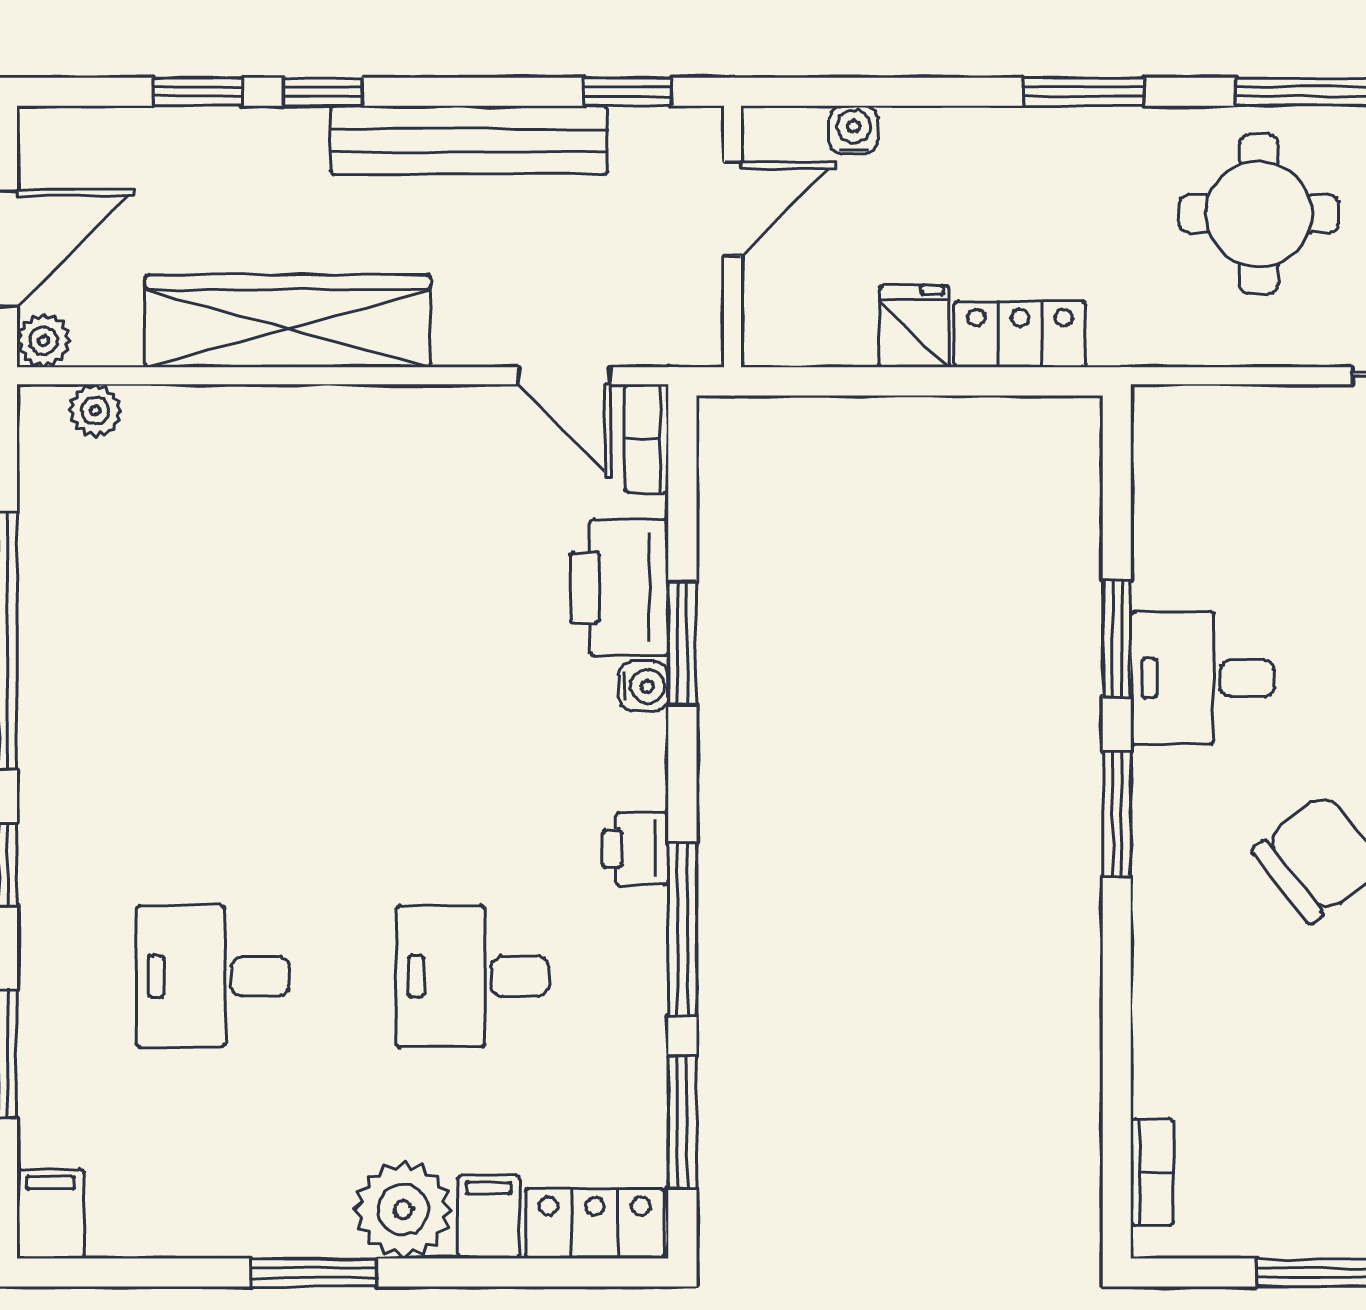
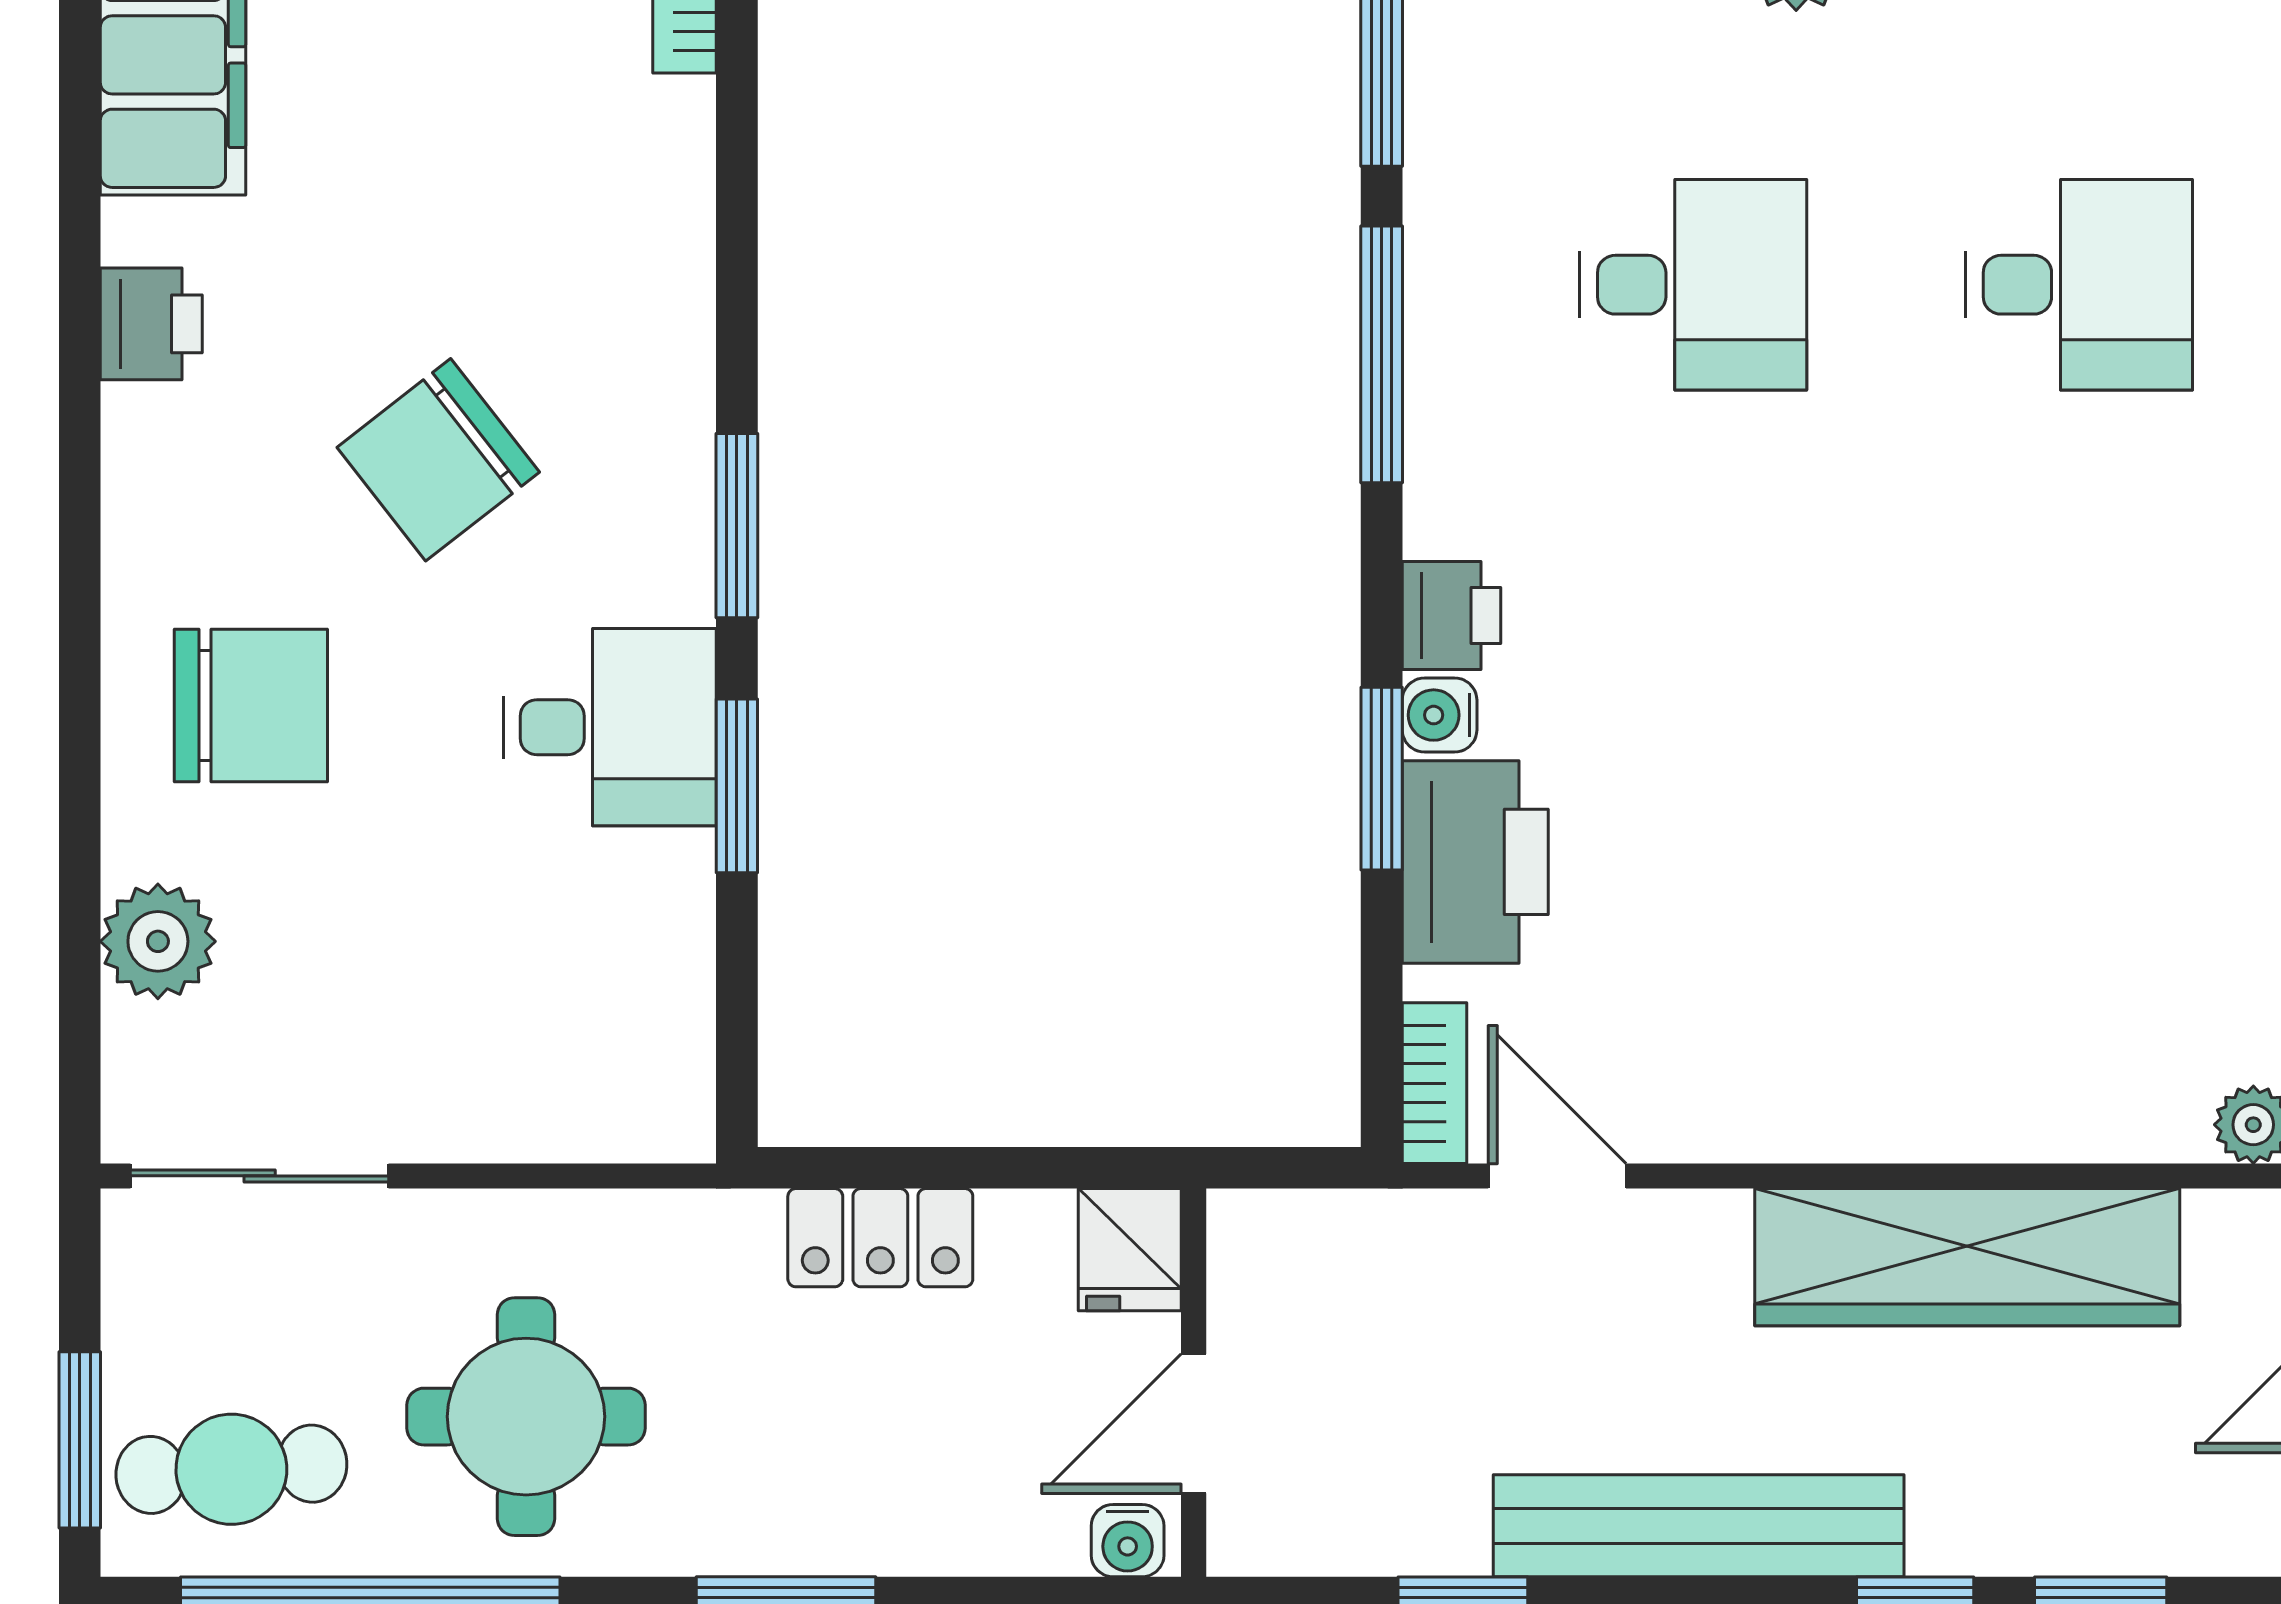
door: (733, 209) -> (1194, 1424), moved
wall: (733, 237) -> (1194, 1383), moved
fridge: (914, 326) -> (1130, 1250), moved
printer: (635, 849) -> (1451, 615), moved

